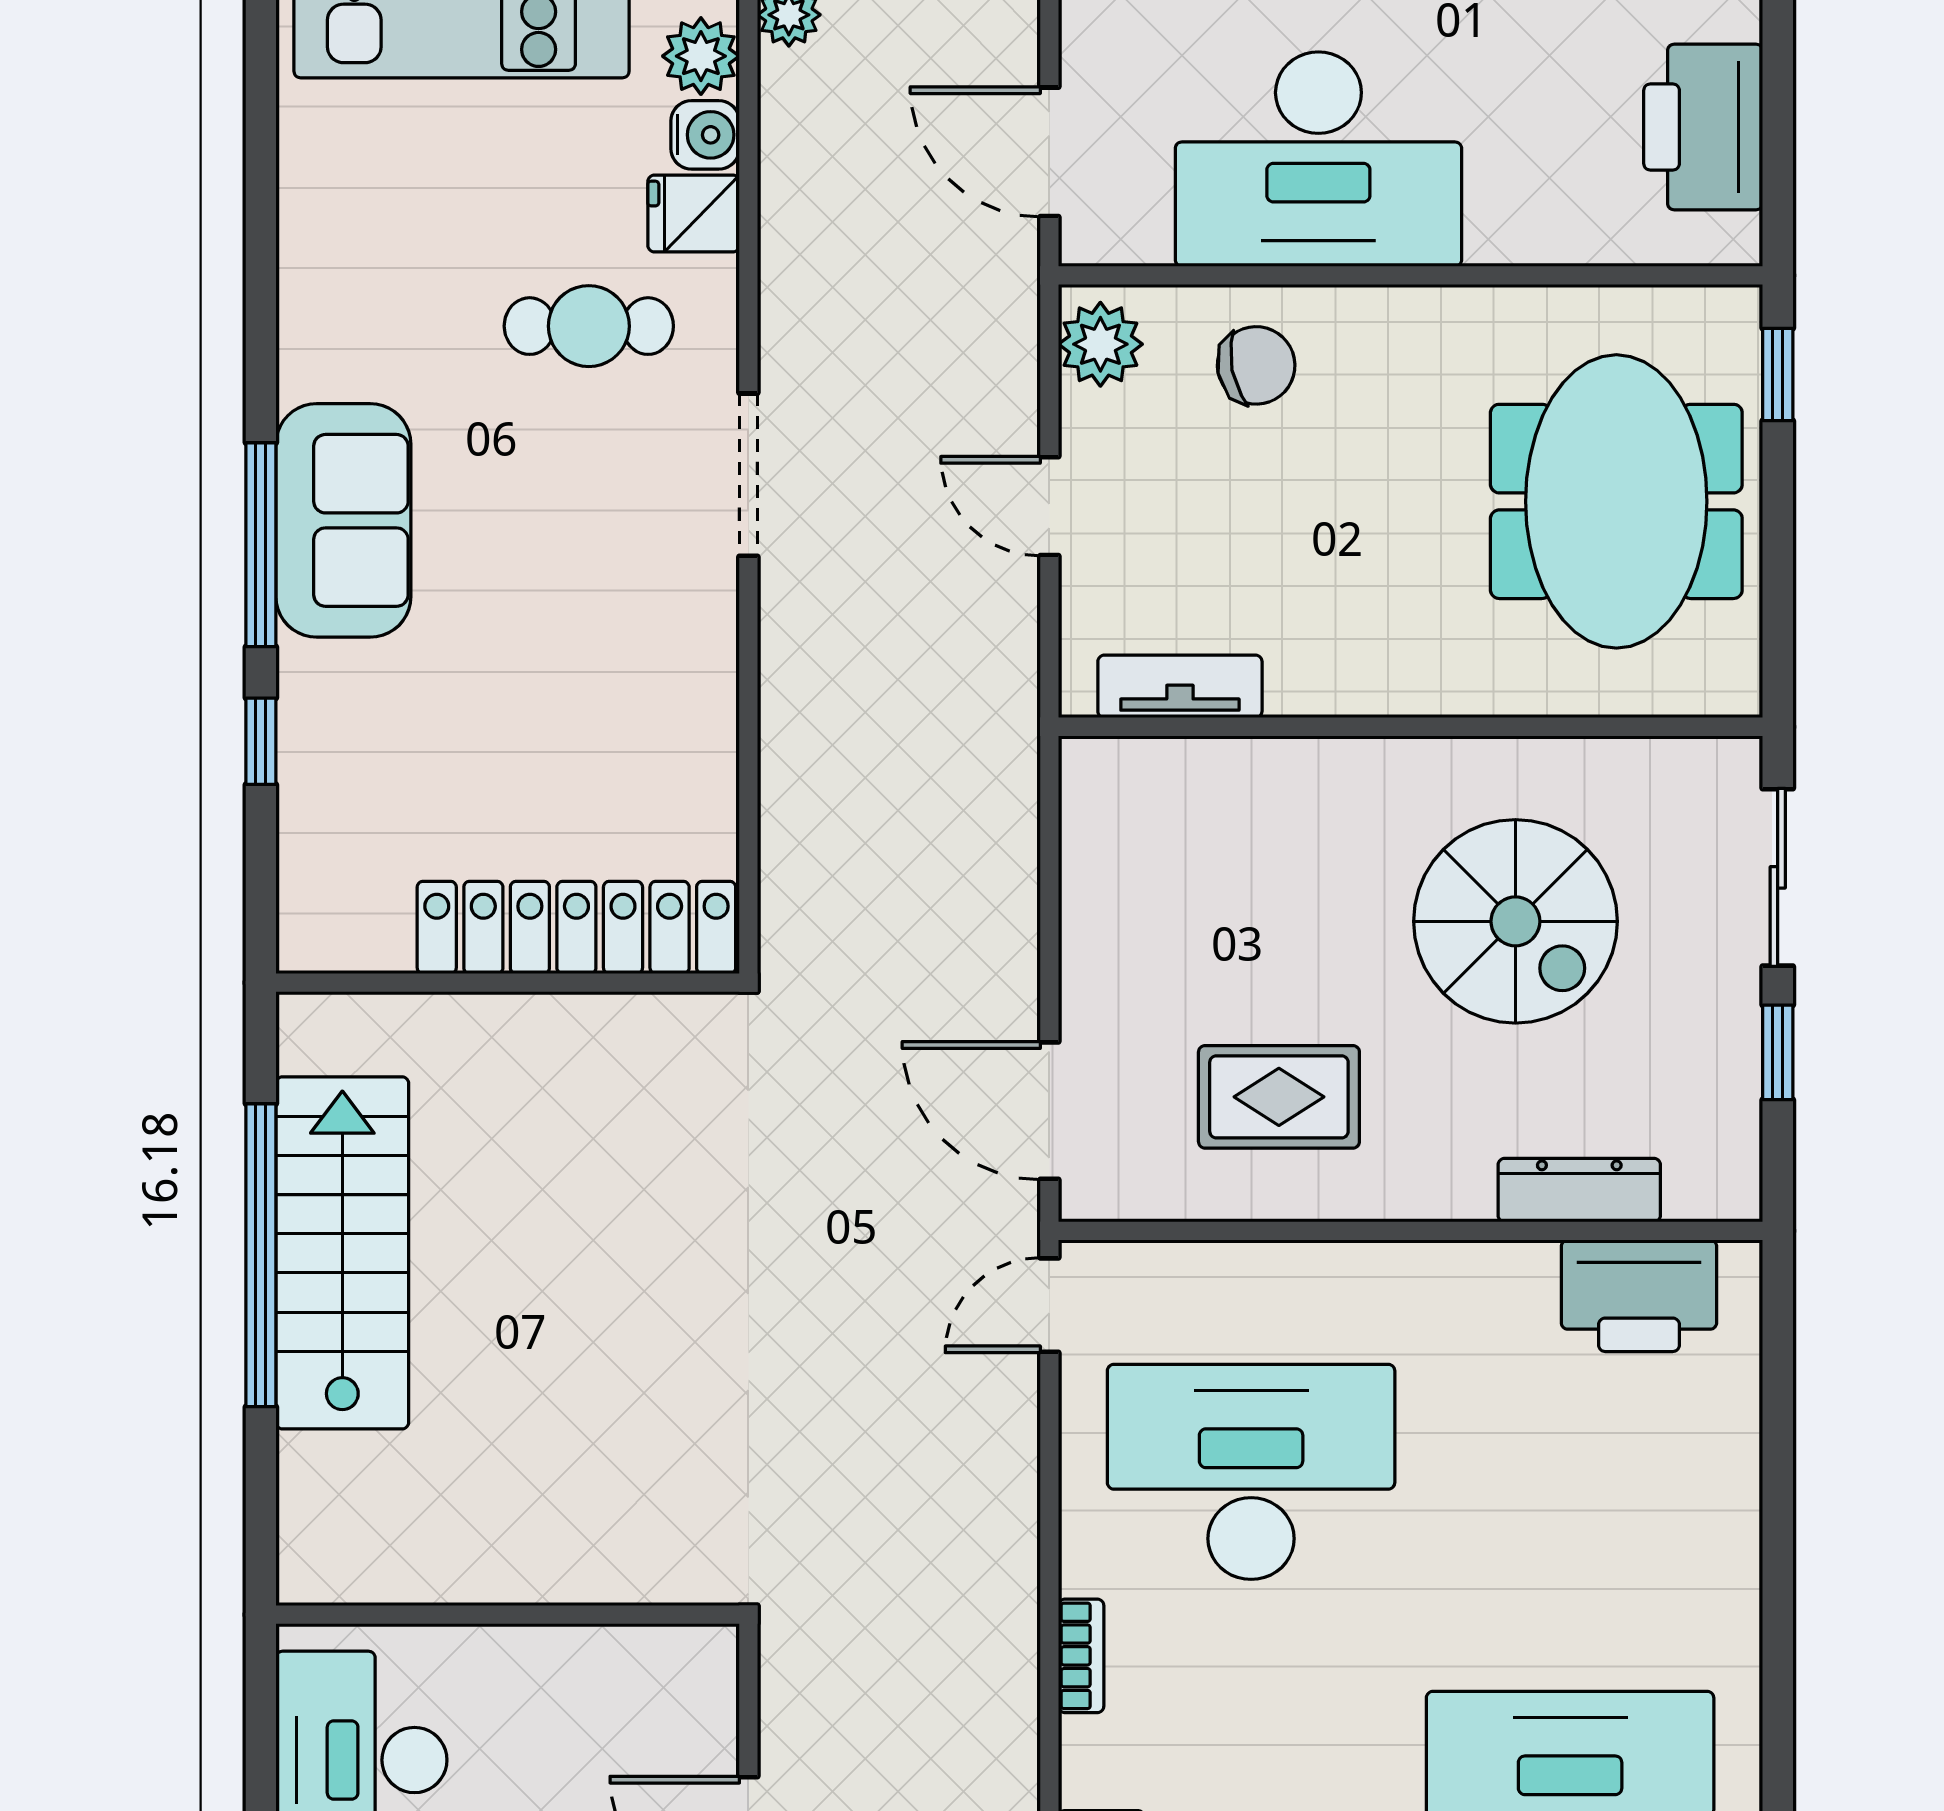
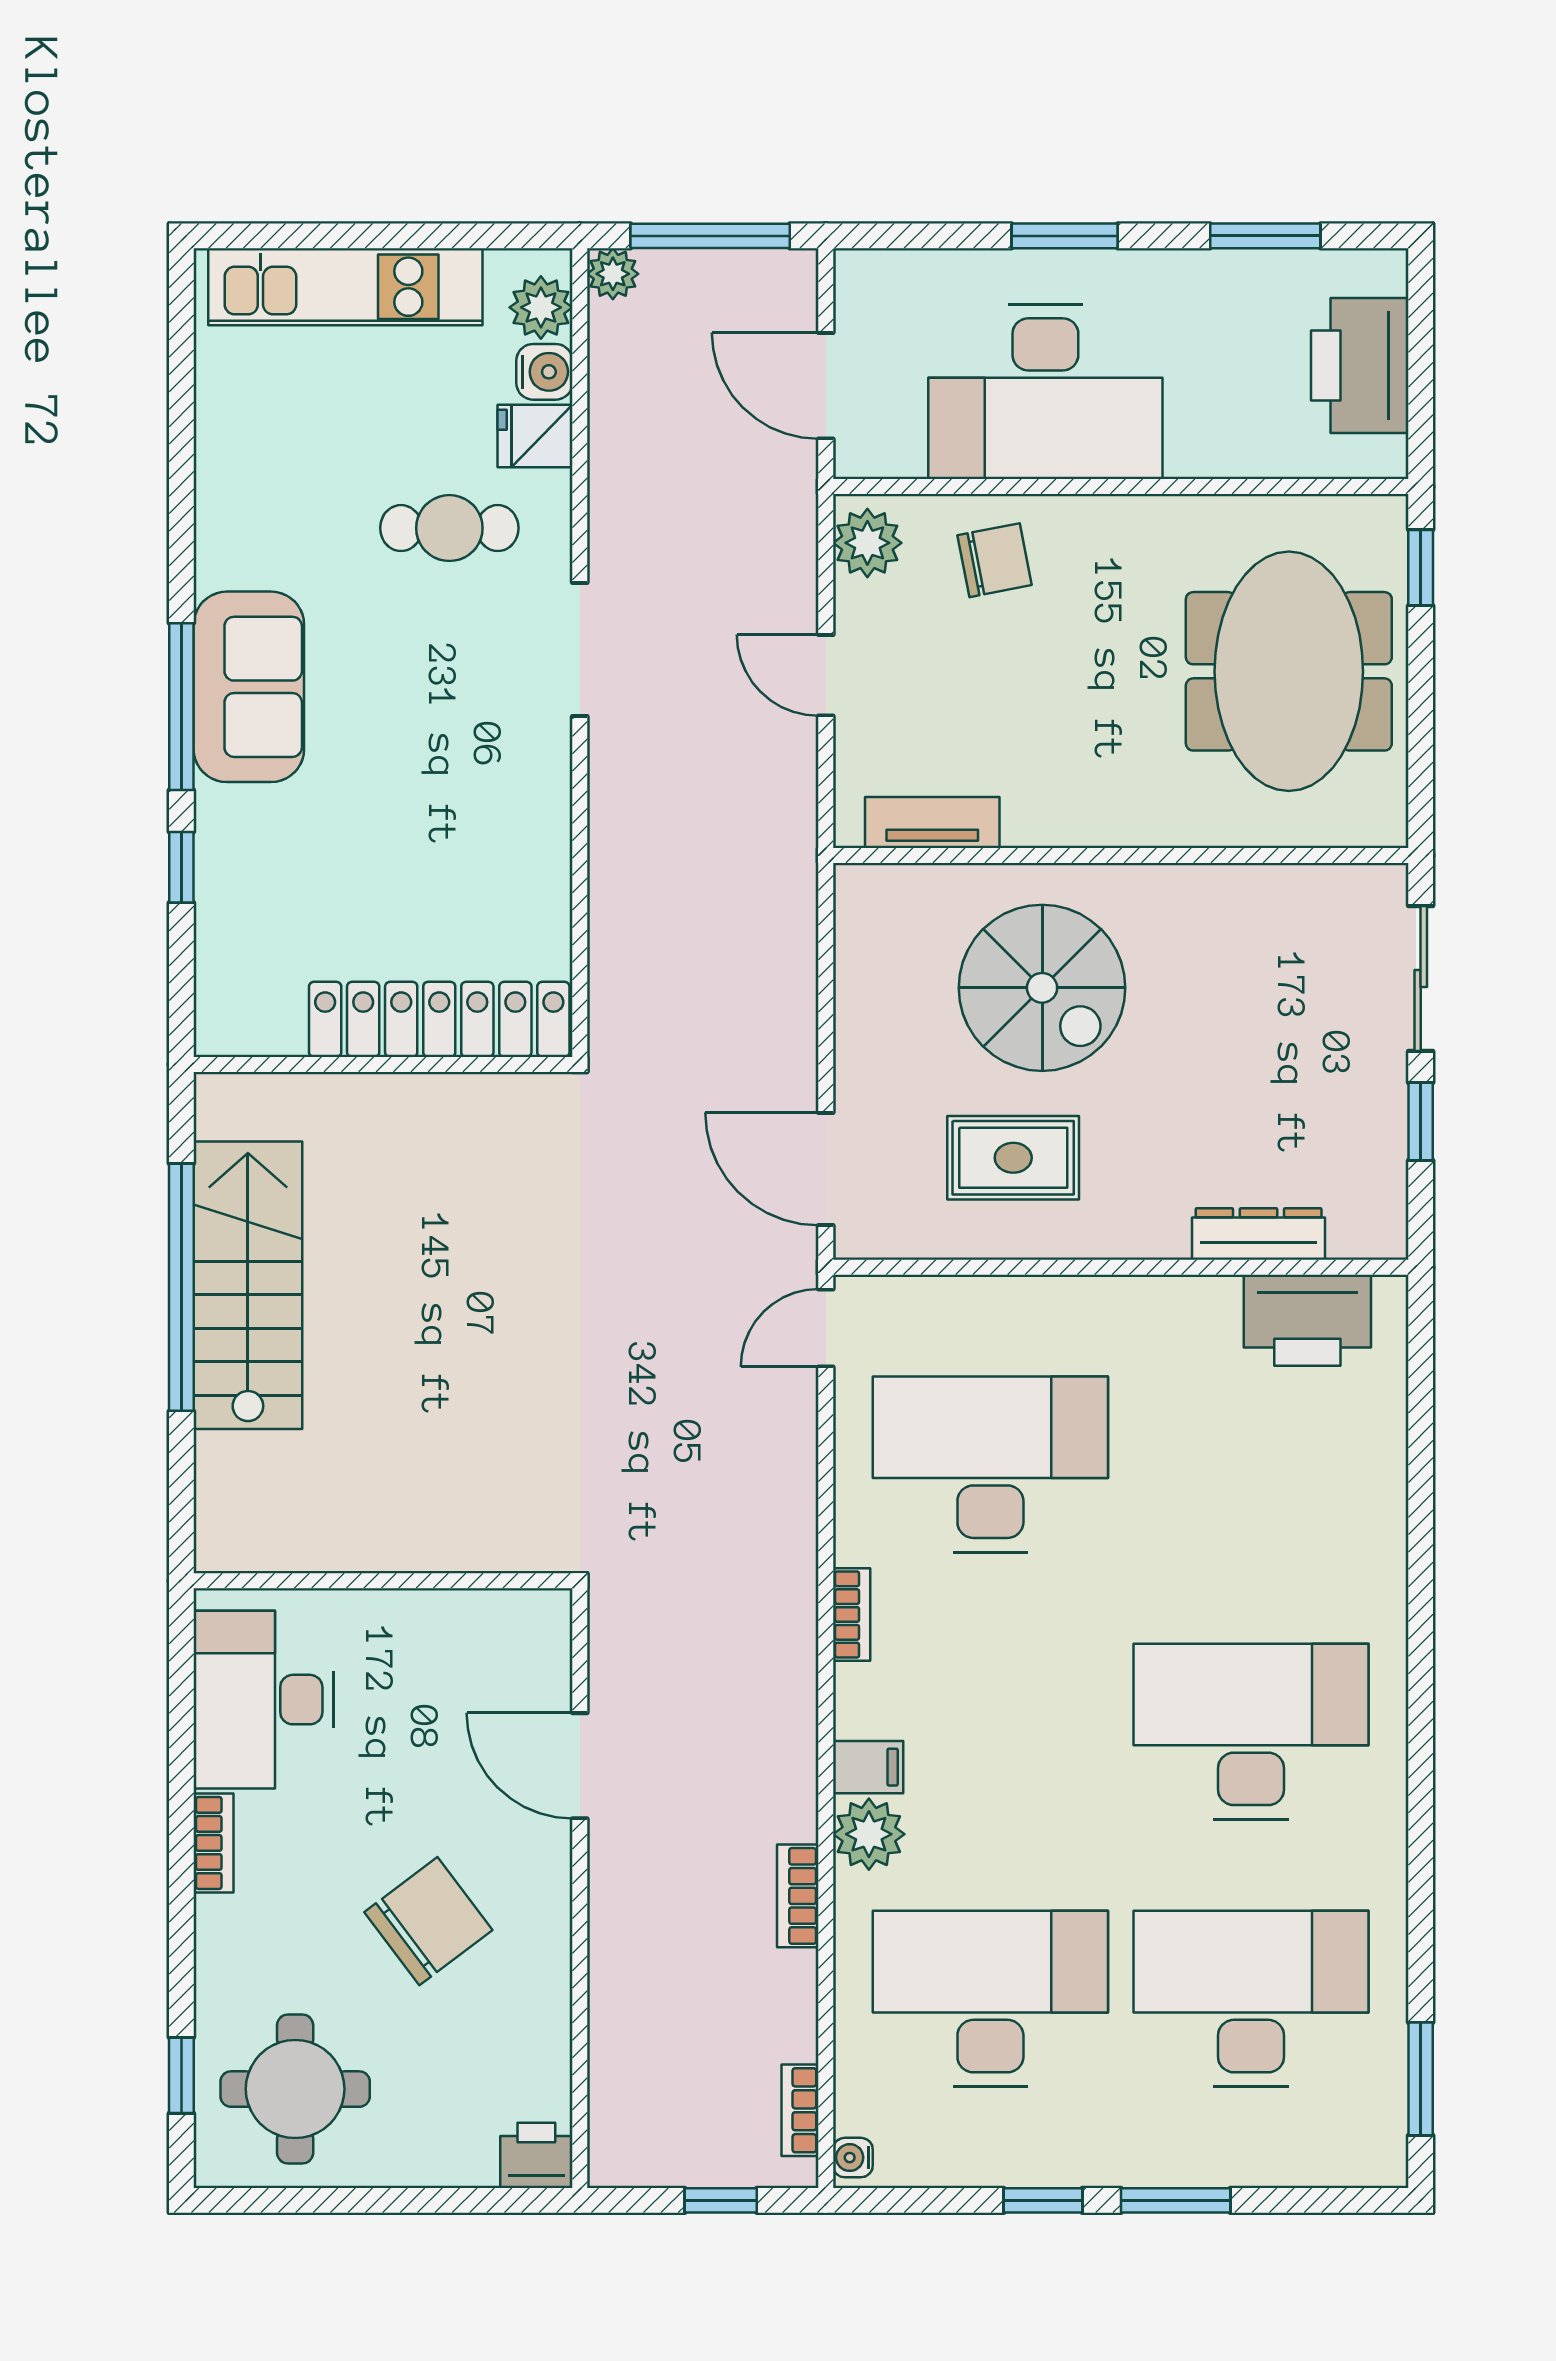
spiral stairs: (1515, 921) -> (1042, 988), moved

